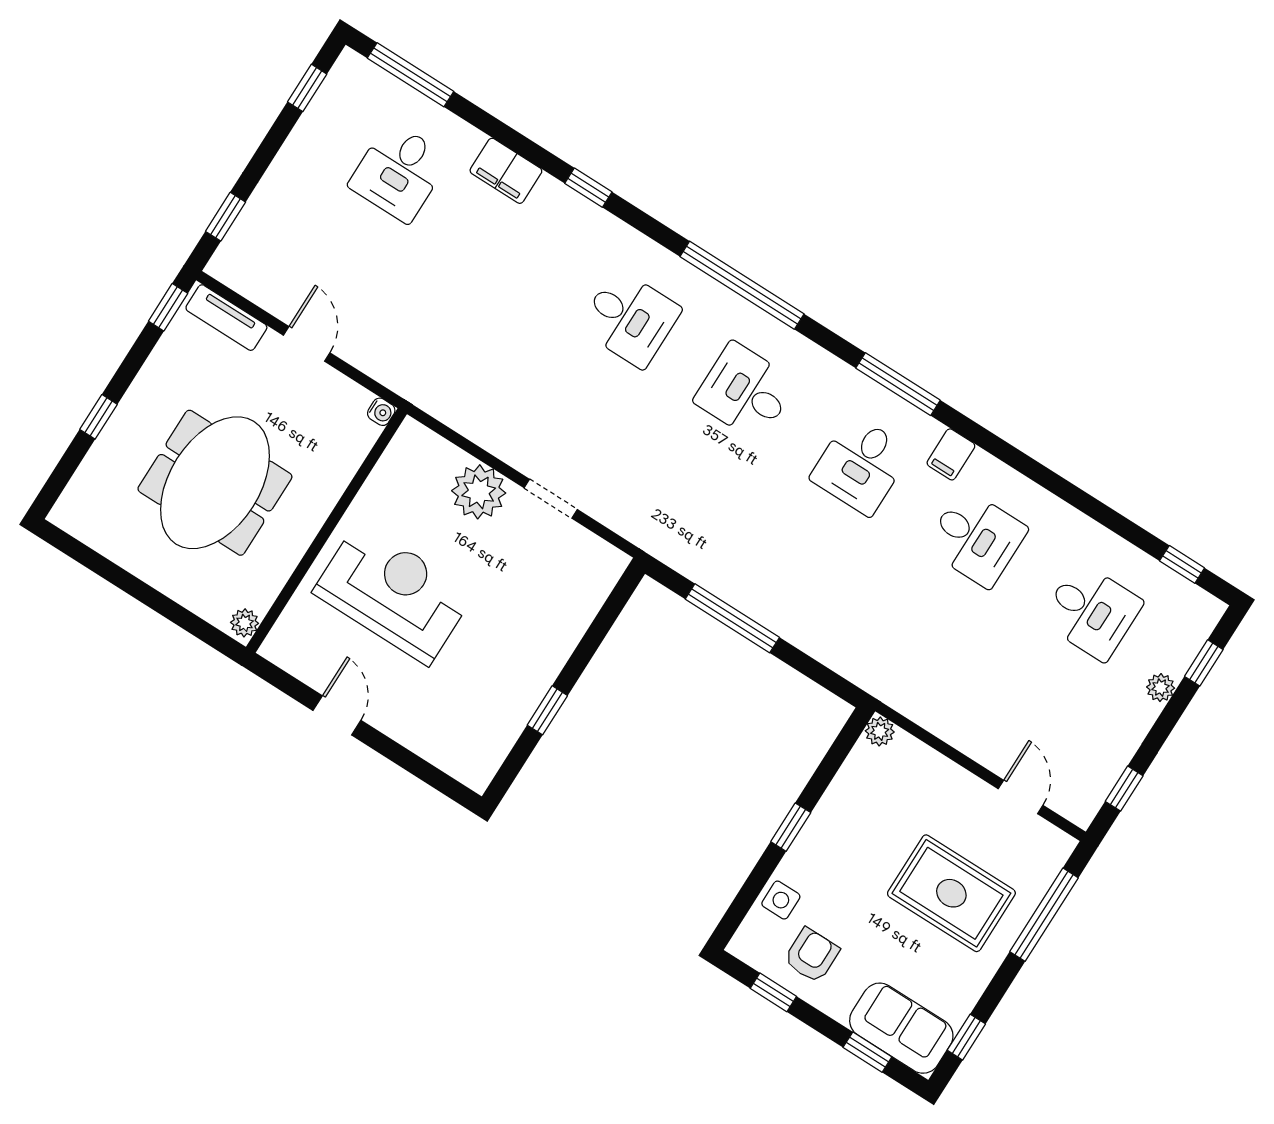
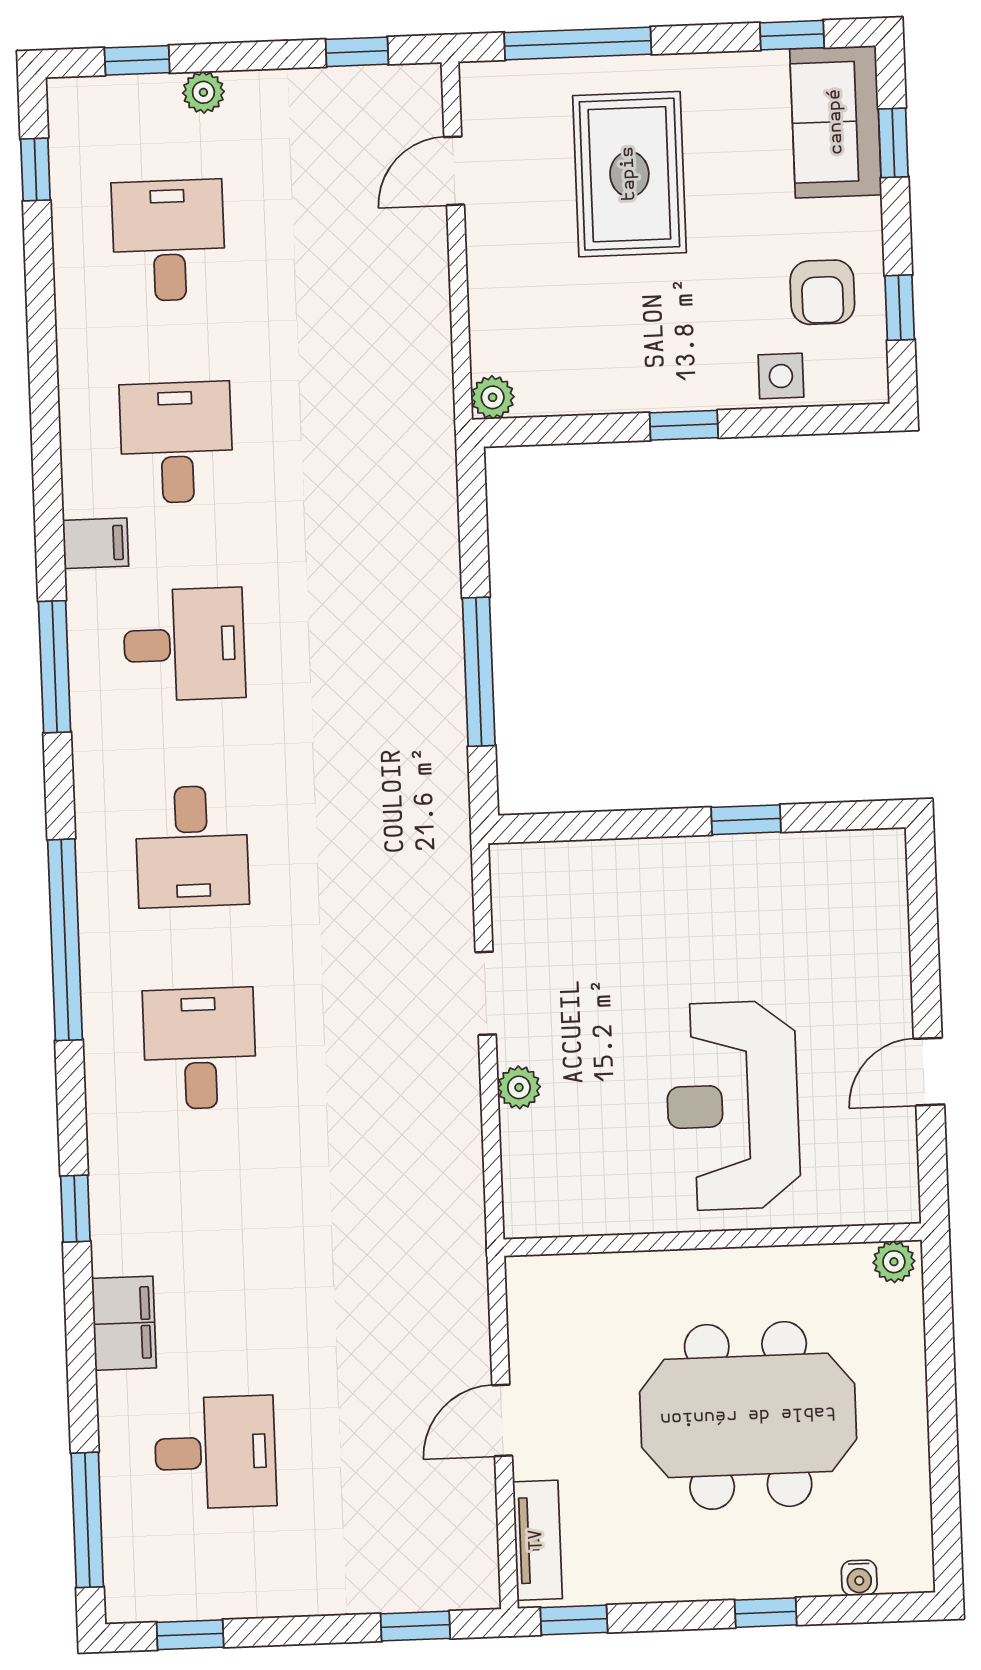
water cooler: (381, 412) -> (859, 1578), moved, turned 180
plant: (479, 492) -> (519, 1087), width x0.53, depth x0.53
armchair: (812, 955) -> (822, 292), turned -90

